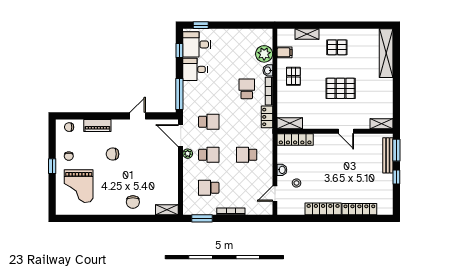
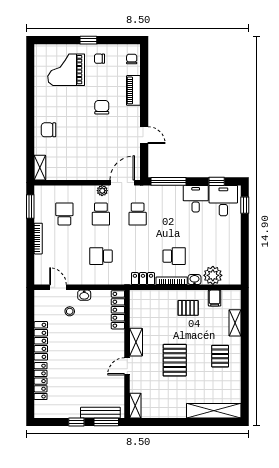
shelving: (290, 123) -> (136, 342), moved
school desk: (247, 155) -> (101, 256), turned -90

